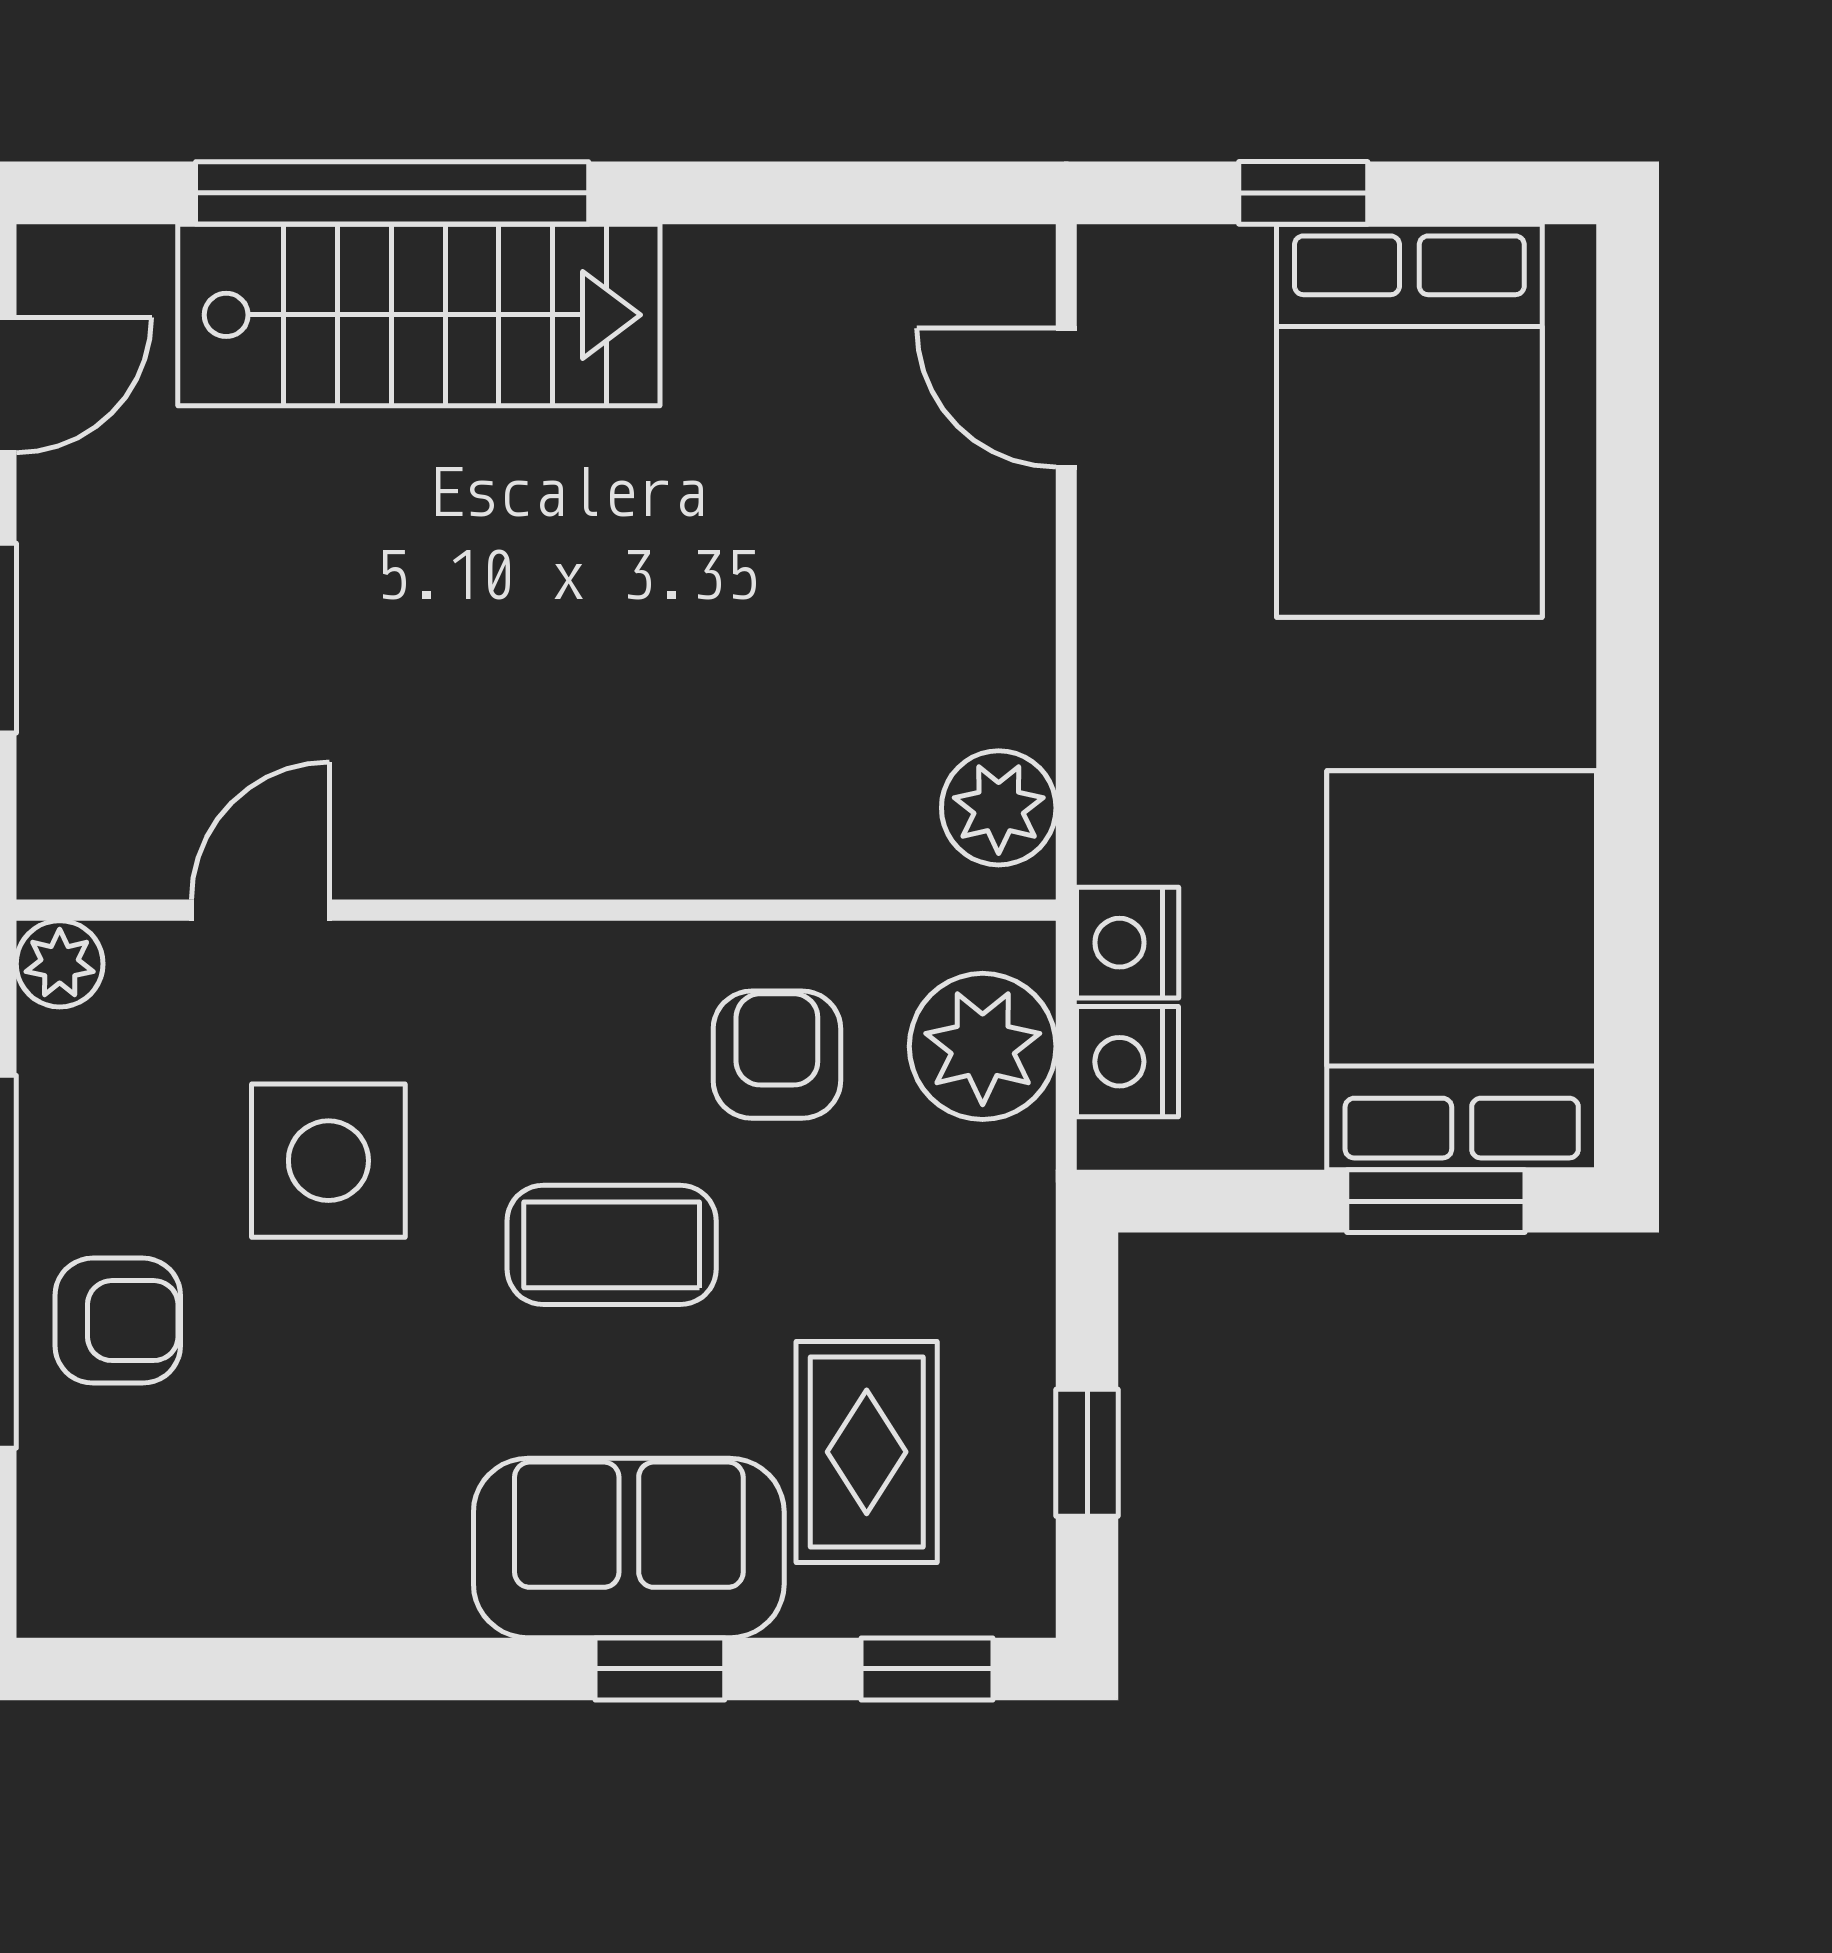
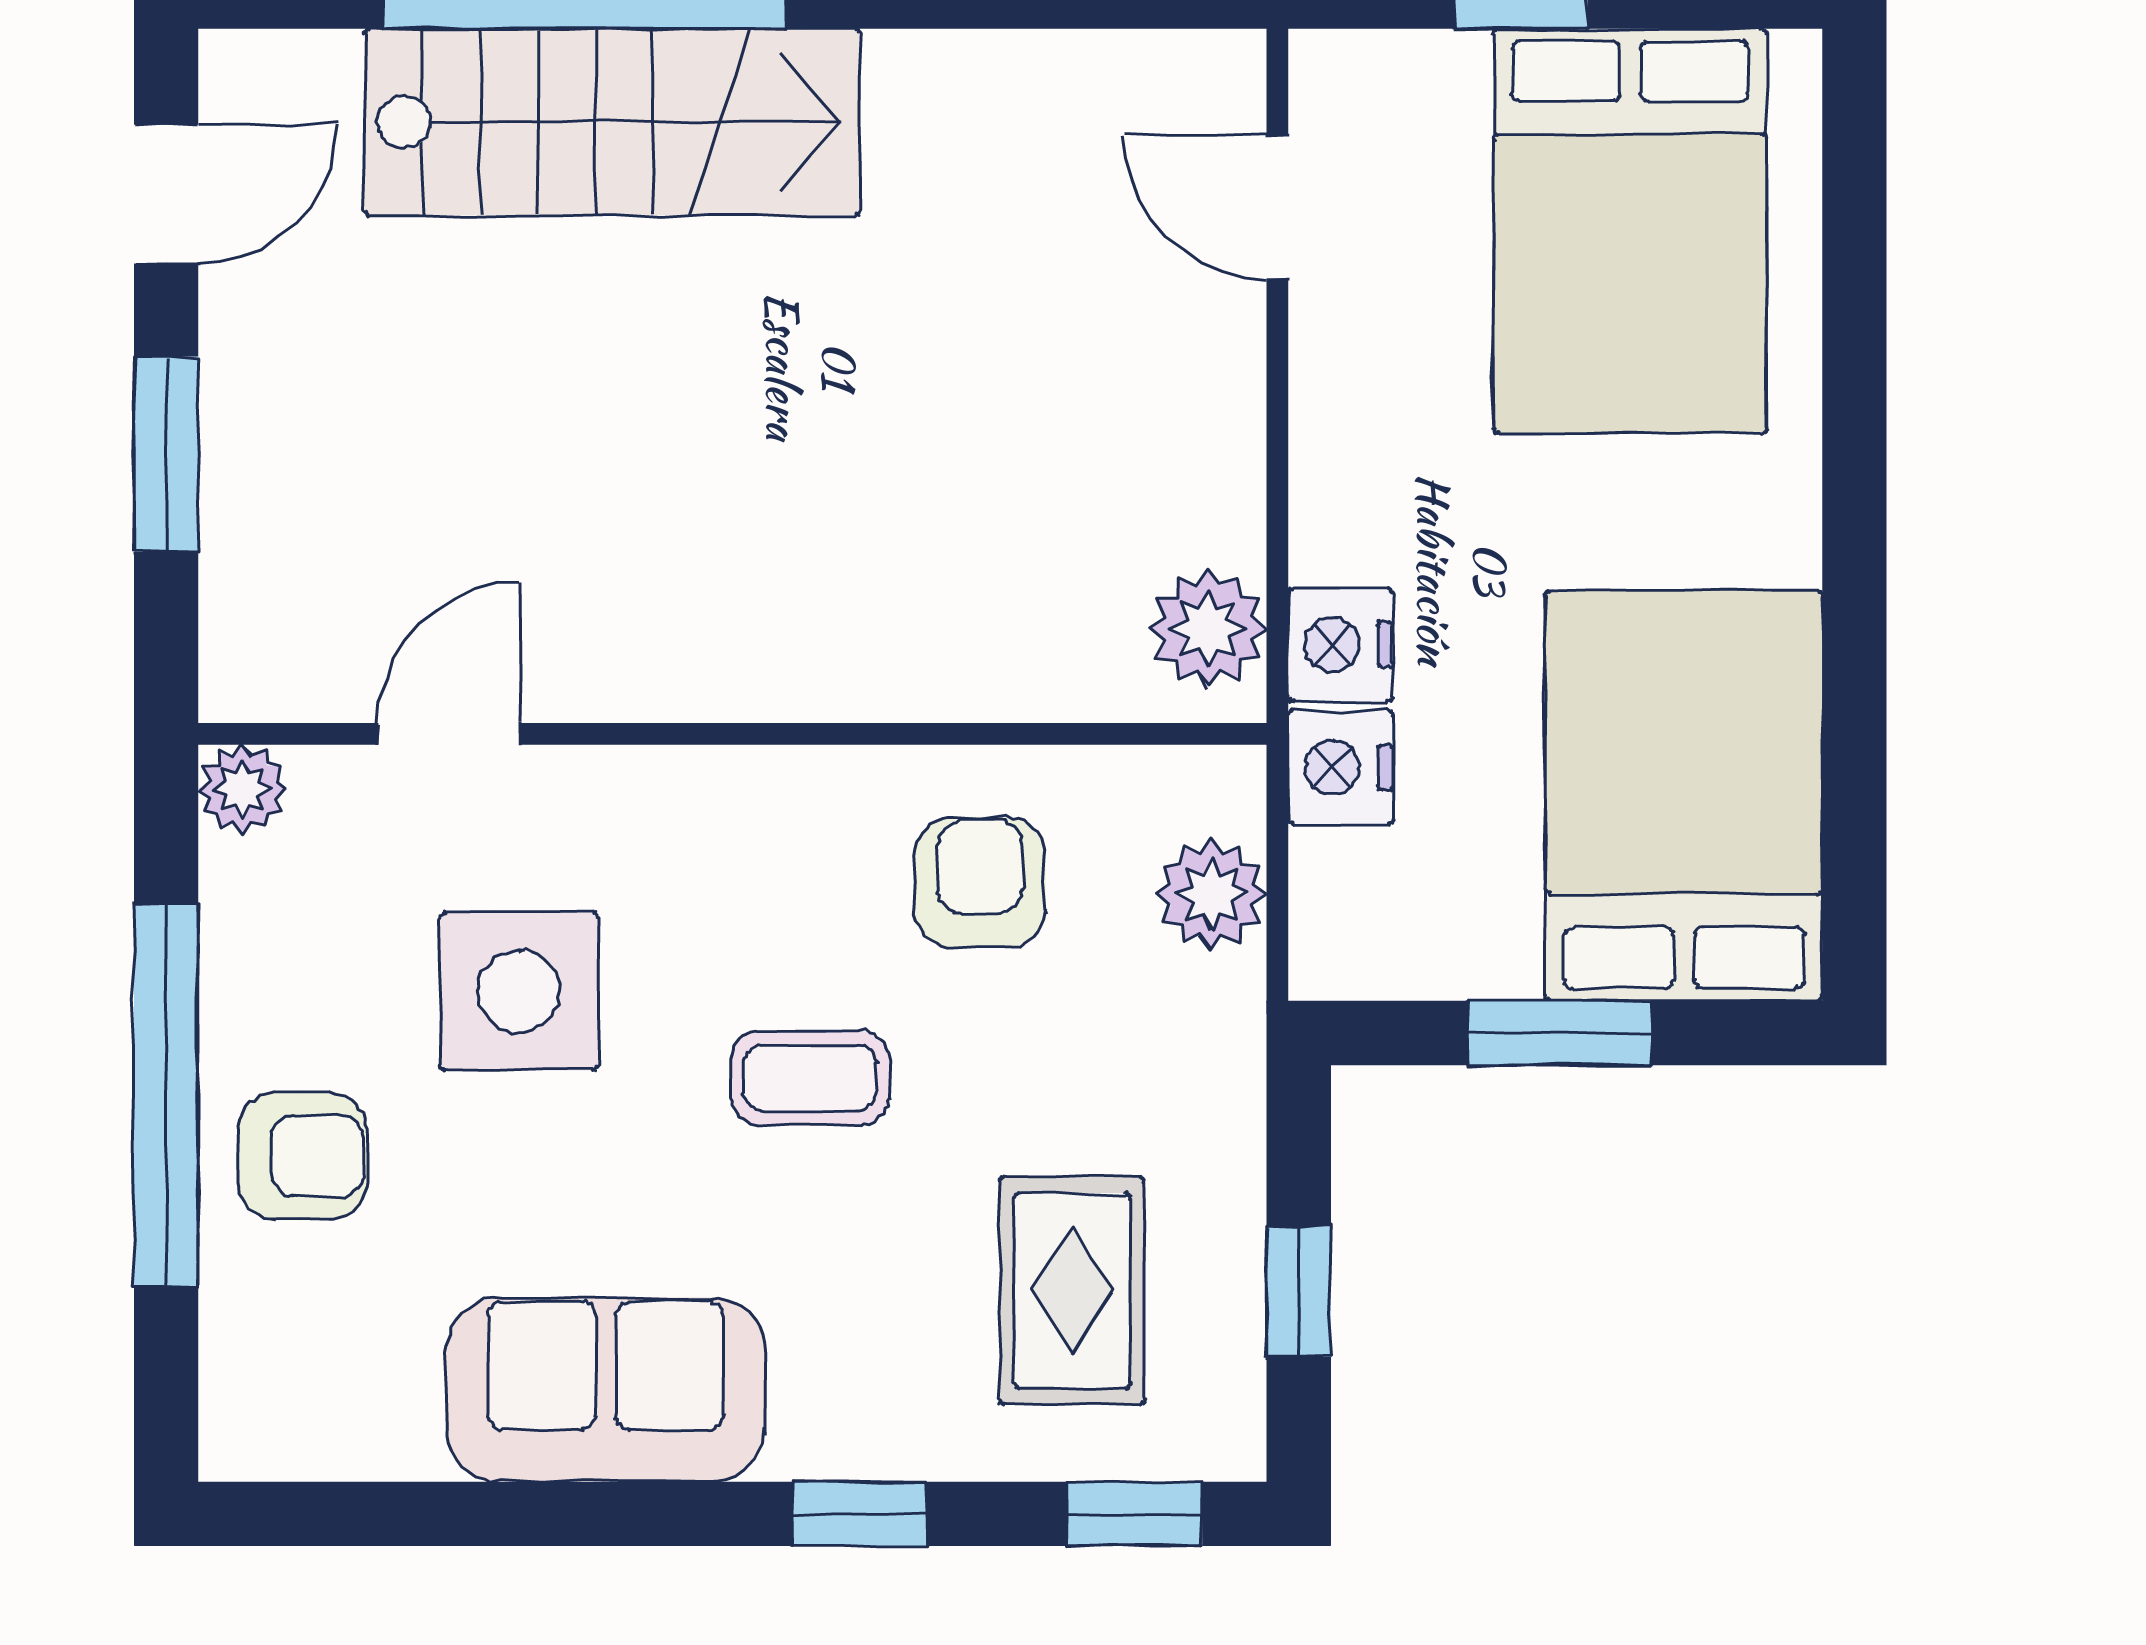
plant: (983, 1046) -> (1212, 894), width x0.73, depth x0.73
nightstand: (1128, 1062) -> (1340, 645), moved
window: (1436, 1201) -> (1559, 1033), moved
coffee table: (612, 1245) -> (810, 1078), width x0.73, depth x0.77
sofa: (629, 1548) -> (606, 1390), moved

